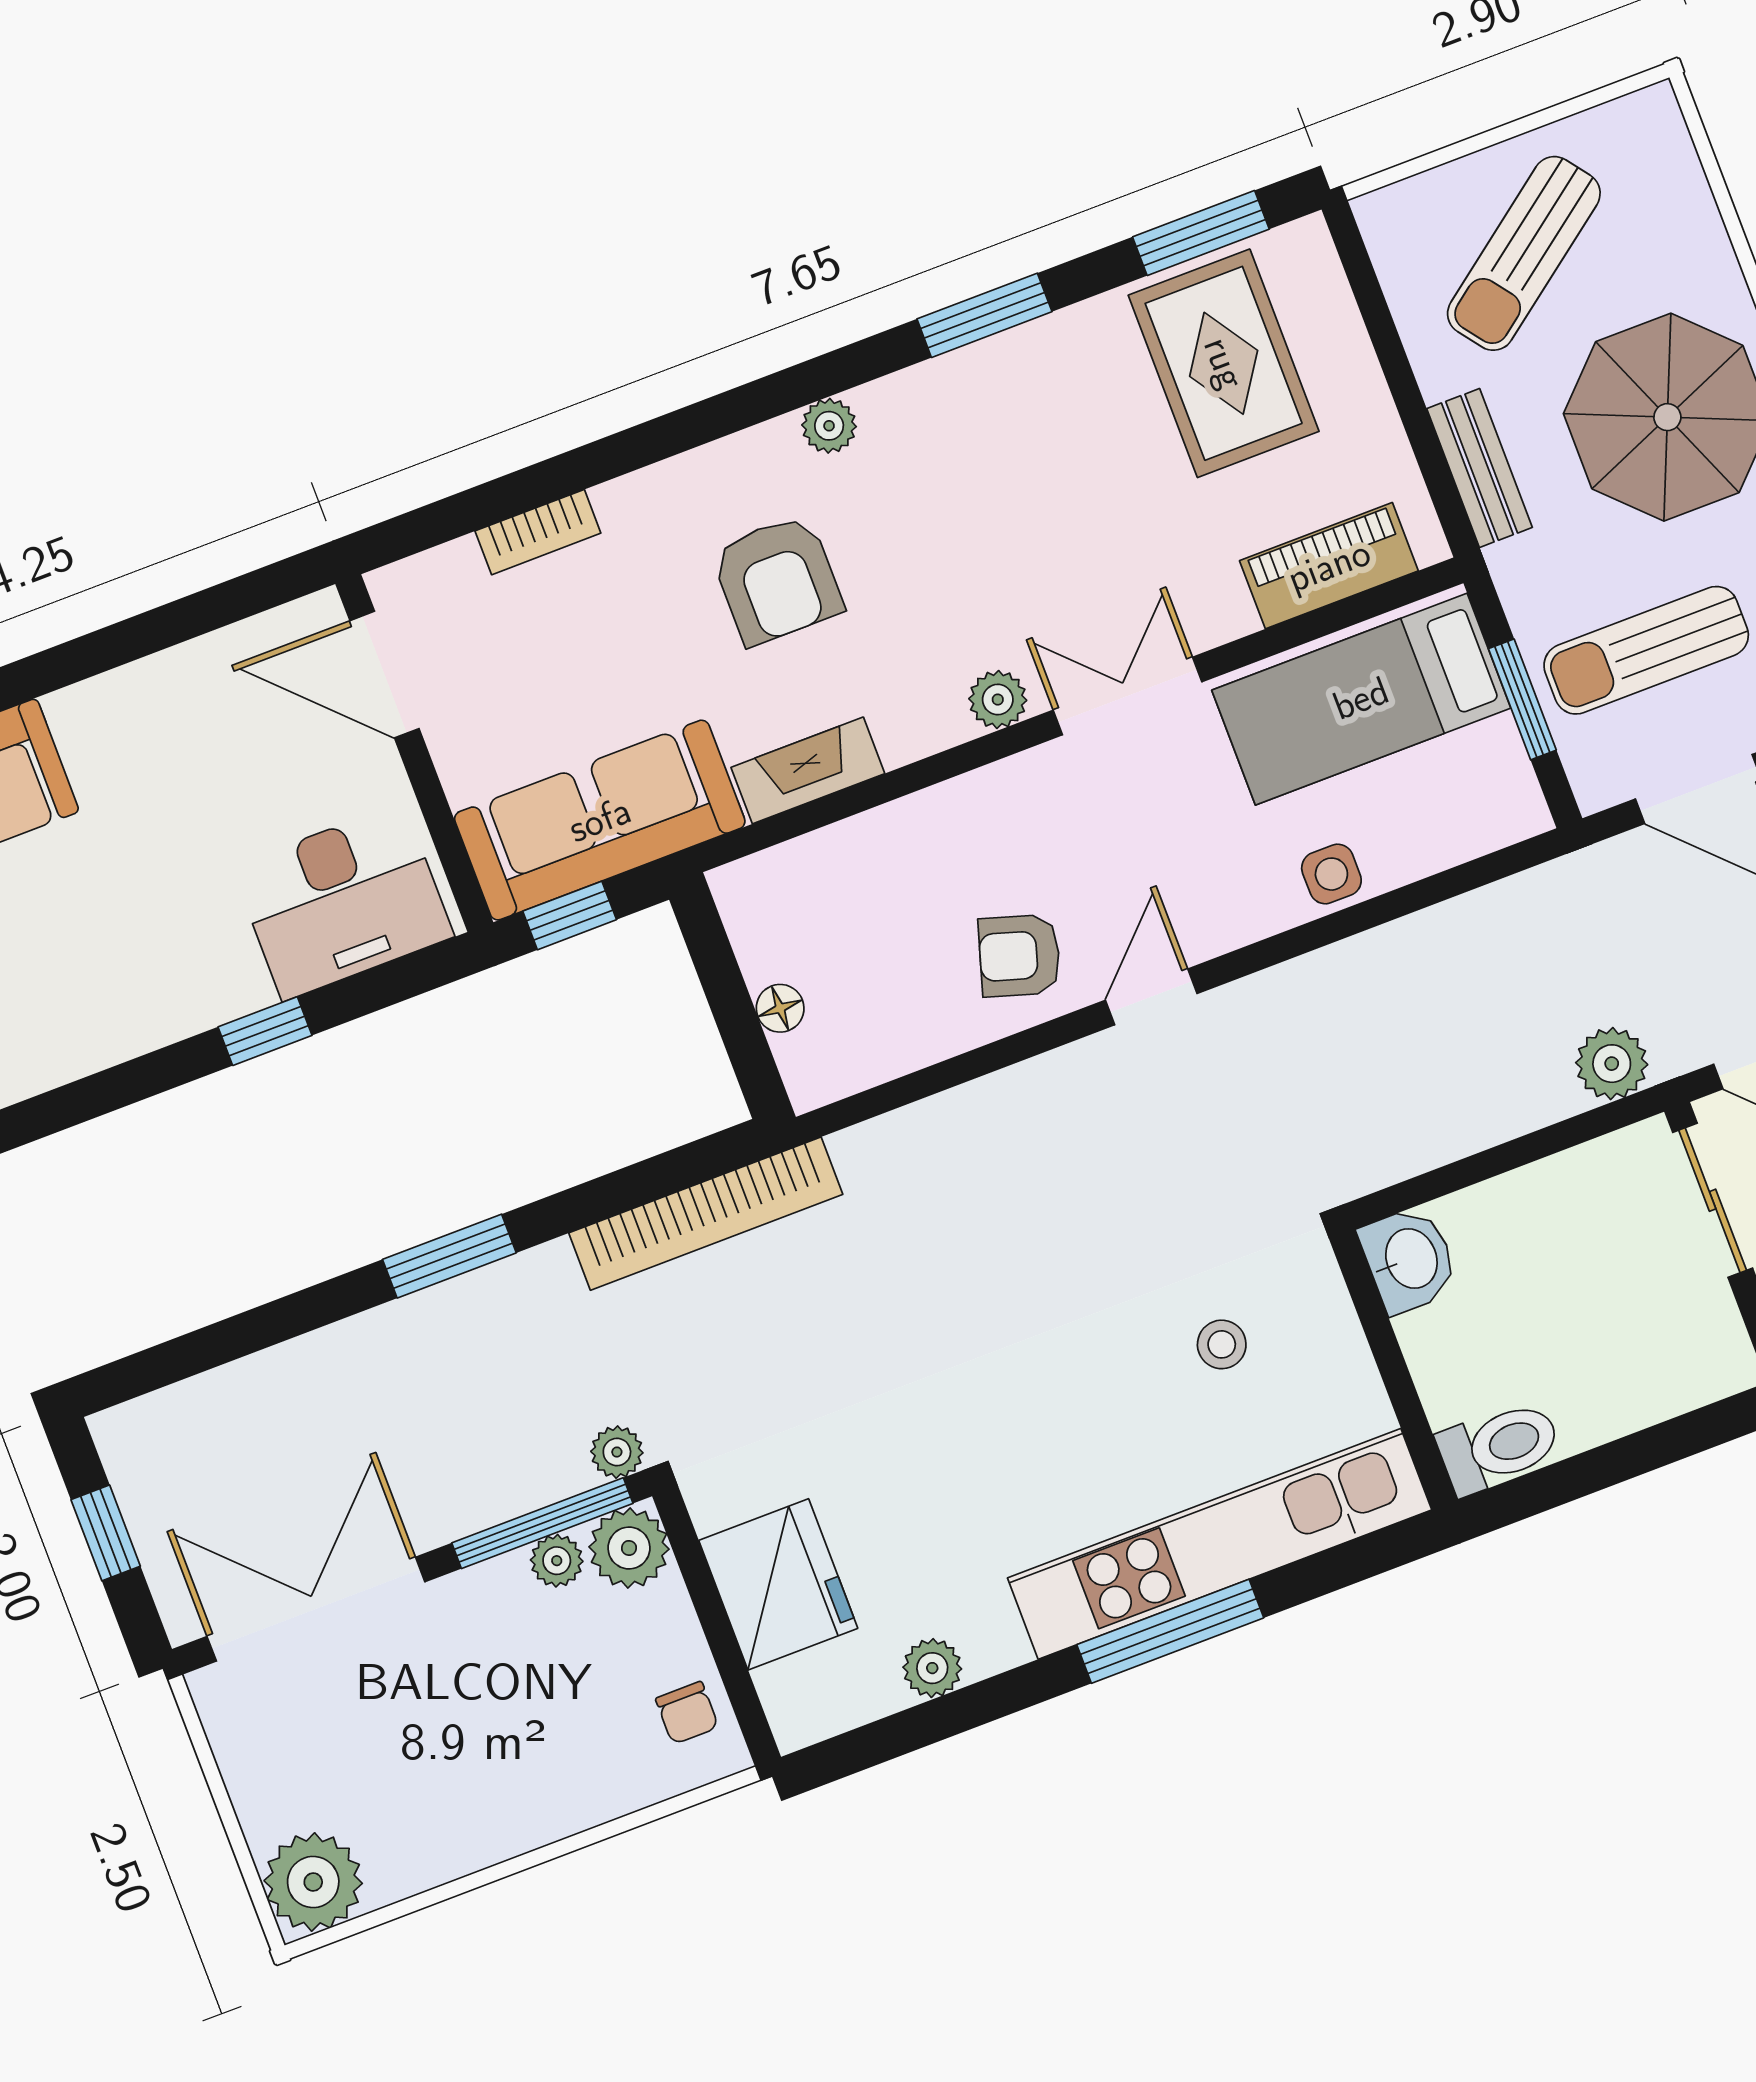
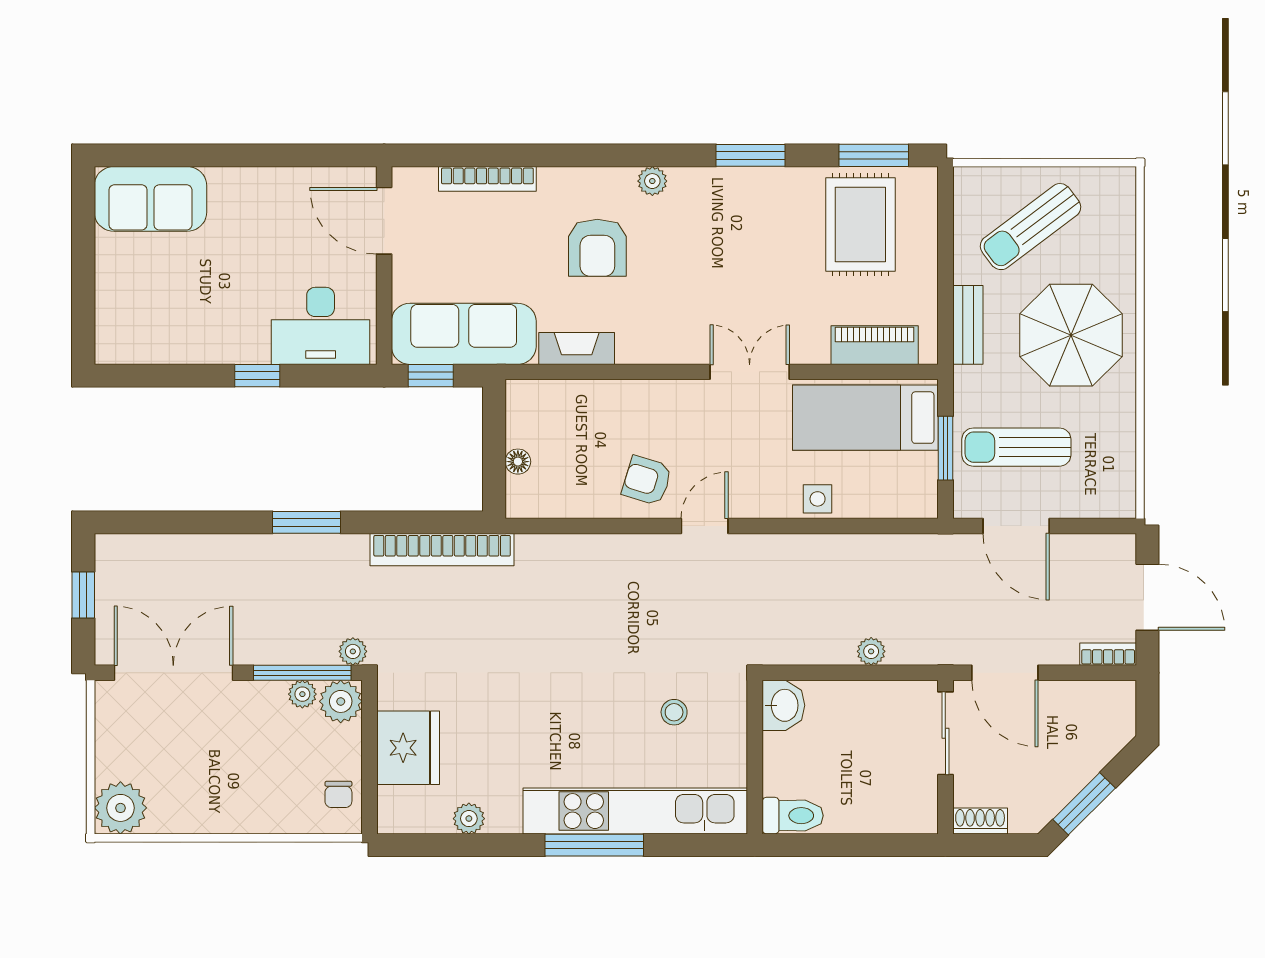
bookcase: (538, 532) -> (487, 179), width x1.56
plant: (998, 700) -> (685, 349), removed
plant: (1612, 1064) -> (871, 651), moved, width x0.73, depth x0.73

